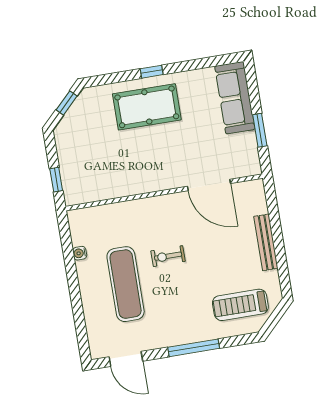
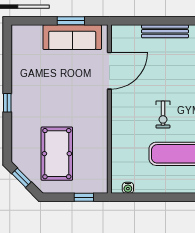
sofa: (235, 98) -> (72, 37), moved
pool table: (147, 107) -> (57, 154), moved
water cooler: (80, 253) -> (128, 188), moved

